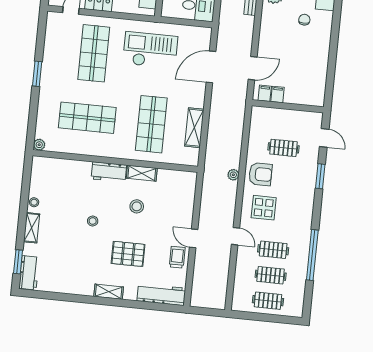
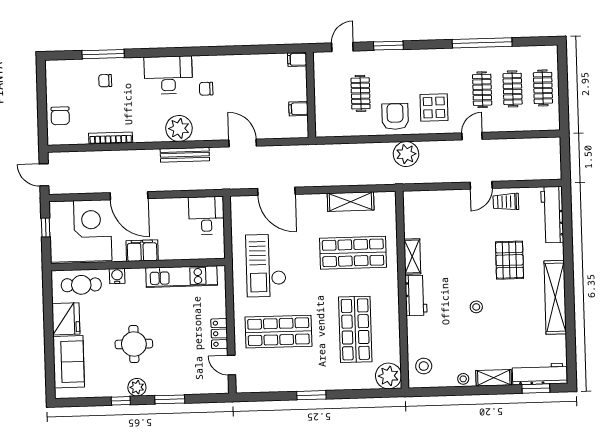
door: (253, 68) -> (243, 143), moved
filing cabinet: (265, 93) -> (297, 59), moved
plant: (39, 145) -> (388, 376), width x1.88, depth x1.88
plant: (233, 175) -> (406, 154), width x1.88, depth x1.88
stool: (137, 206) -> (424, 366), moved
workbench: (29, 273) -> (540, 374), width x1.38
shelving: (109, 292) -> (555, 297), width x2.20, depth x1.33

